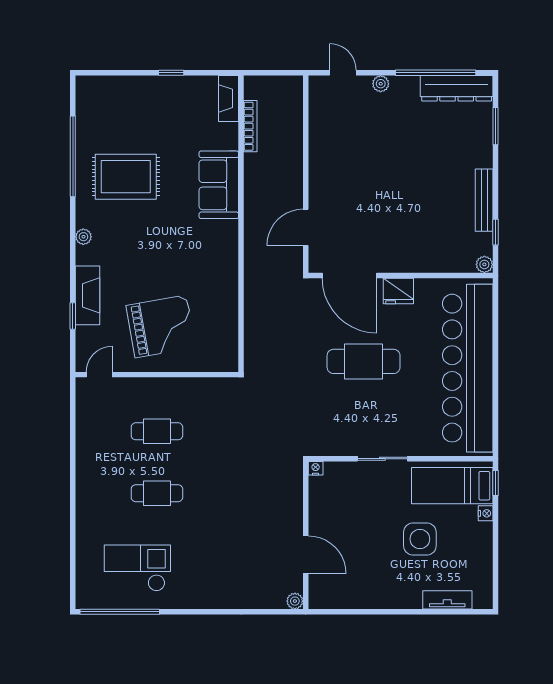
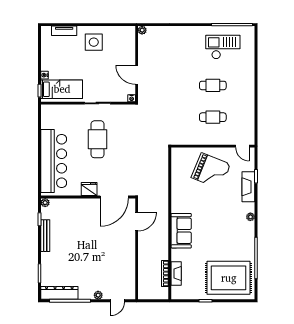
door: (343, 73) -> (118, 301), hinge flipped
fireplace: (229, 98) -> (176, 274), moved
rug: (126, 177) -> (229, 278), moved, width x1.37, depth x1.44
sofa: (219, 185) -> (181, 231), moved
door: (349, 275) -> (114, 197), swing flipped
grand piano: (161, 326) -> (211, 171), turned -148
cafe table: (364, 361) -> (98, 139), moved, turned 90
bar counter: (468, 368) -> (54, 161), width x0.73
door: (99, 375) -> (242, 146), hinge flipped
side table: (420, 539) -> (94, 42), moved
door: (306, 555) -> (137, 75), moved
checkout: (137, 568) -> (223, 47), turned 180

